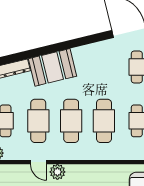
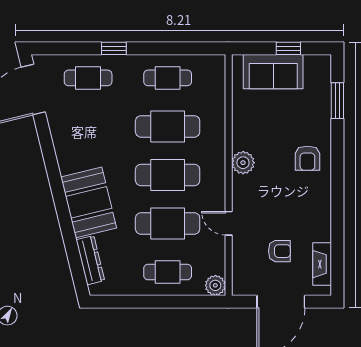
door: (38, 162) -> (229, 223), swing flipped
plant: (57, 172) -> (243, 163), moved

